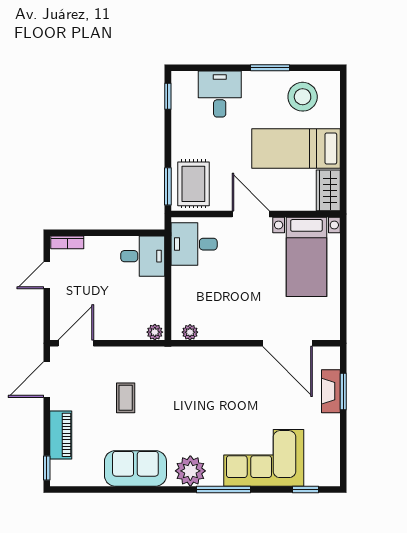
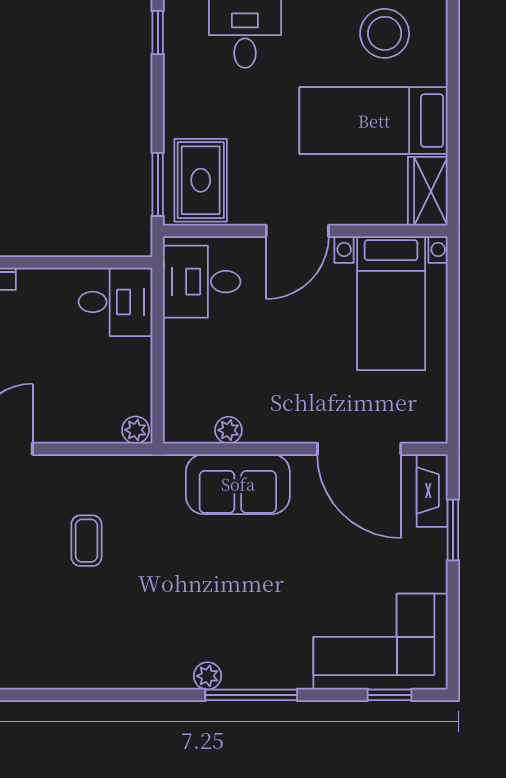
door: (251, 214) -> (297, 231), swing flipped
plant: (190, 332) -> (228, 430), moved
fireplace: (331, 391) -> (432, 491), moved
corner sofa: (264, 458) -> (380, 642), moved
sofa: (135, 468) -> (238, 484), moved, turned 180
plant: (190, 471) -> (208, 676), width x0.53, depth x0.53

